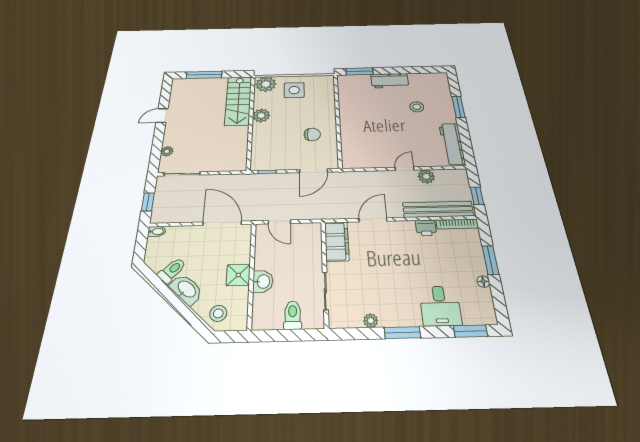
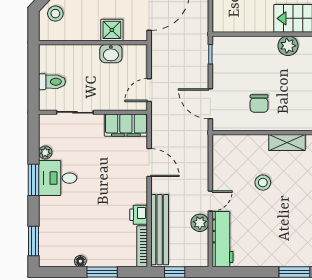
stool: (417, 107) -> (263, 183), moved
shelving: (346, 114) -> (287, 143), added
workbench: (452, 144) -> (222, 239), moved, turned 90
door: (405, 169) -> (210, 201), hinge flipped
door: (279, 222) -> (149, 90), moved
shower: (238, 275) -> (112, 30), moved
washbasin: (263, 281) -> (111, 54), moved
desk: (440, 306) -> (58, 178), moved

